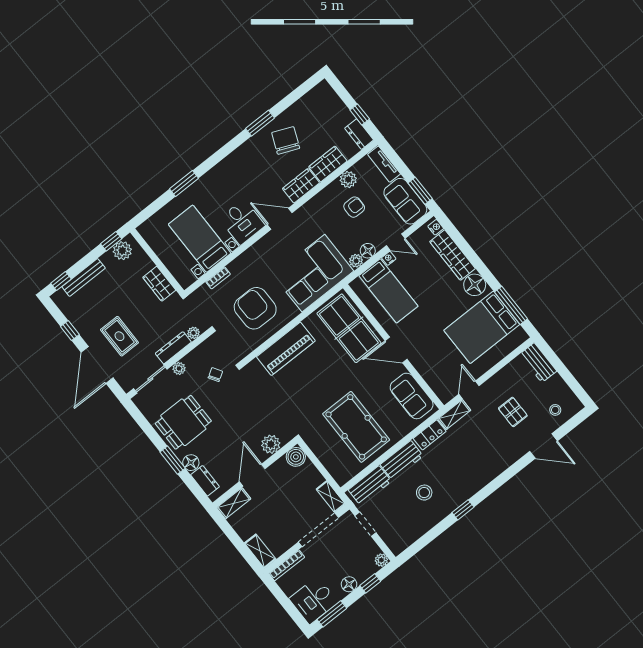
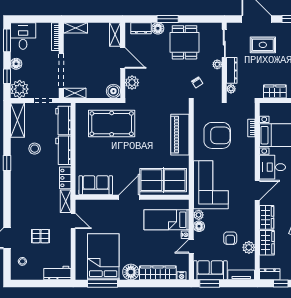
pool table: (356, 427) -> (112, 124), moved
shelving: (408, 535) -> (17, 120), added
plant: (381, 560) -> (20, 89), width x1.87, depth x1.87

